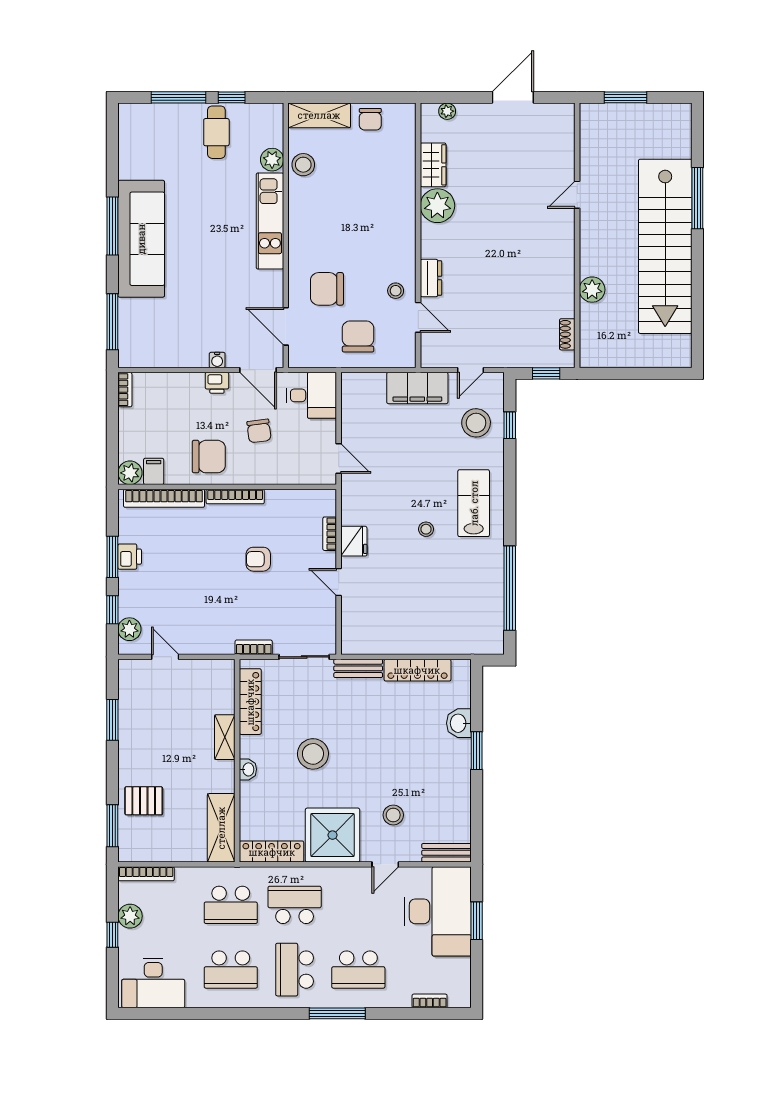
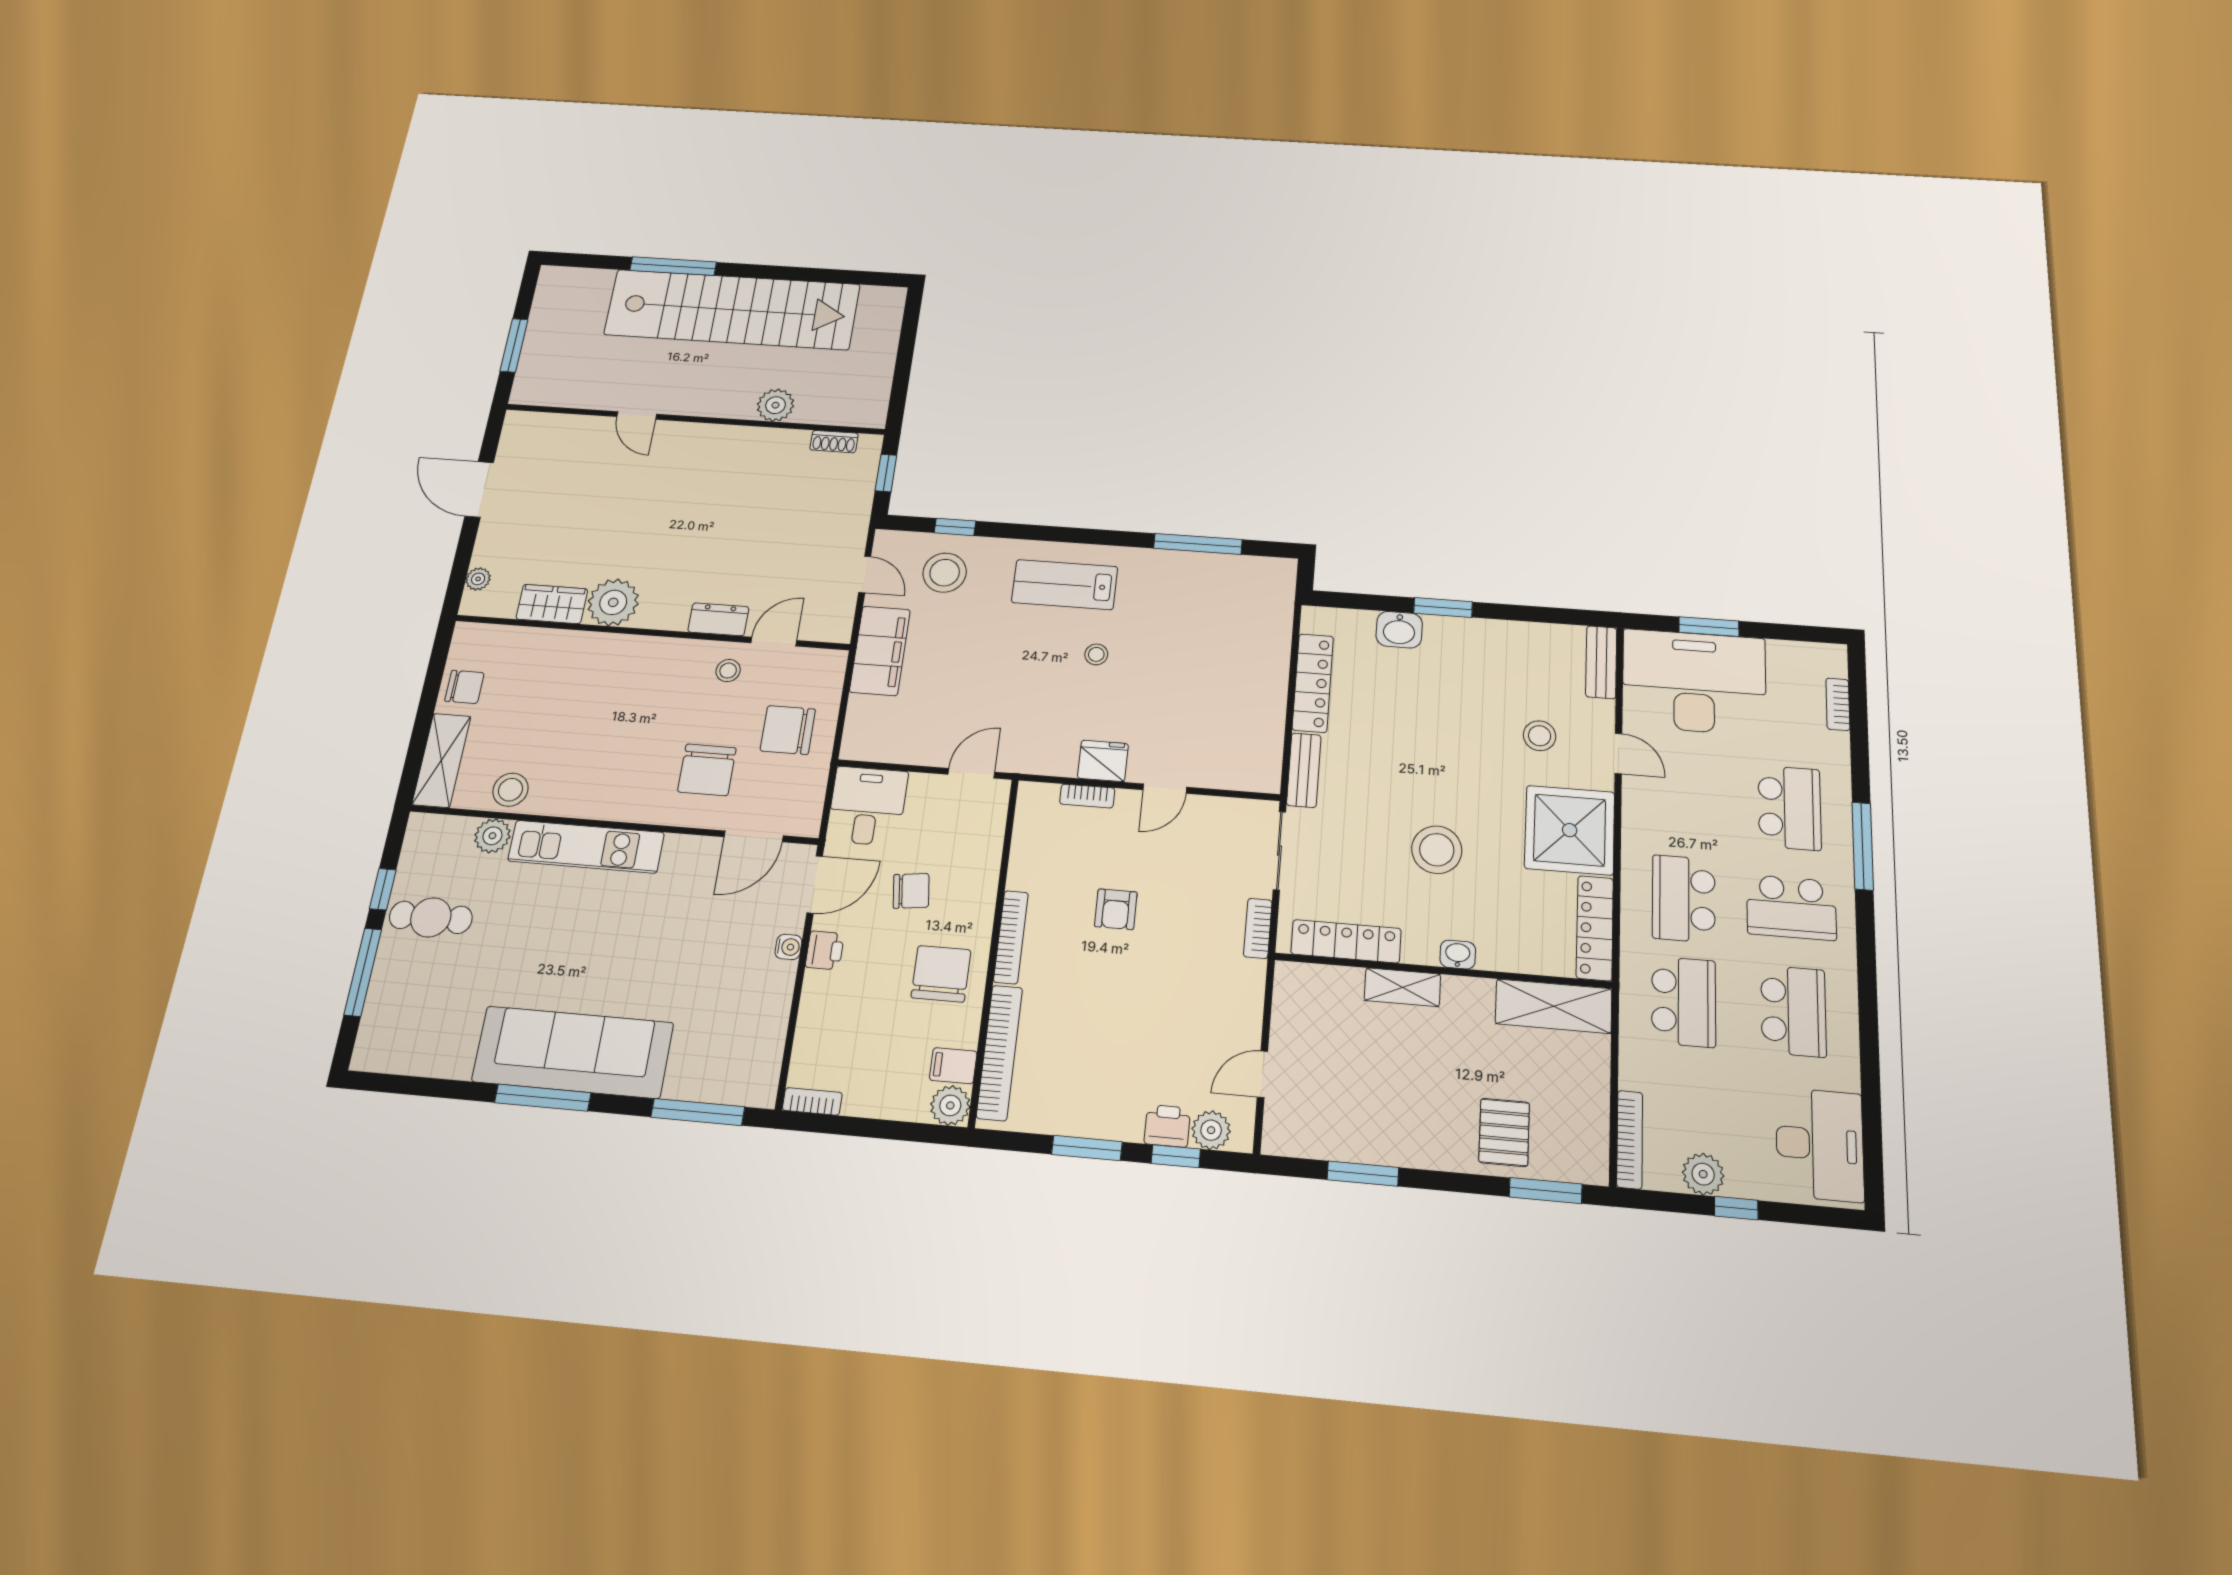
printer: (130, 557) -> (1167, 1126), moved
window: (510, 588) -> (1198, 544), width x0.68

